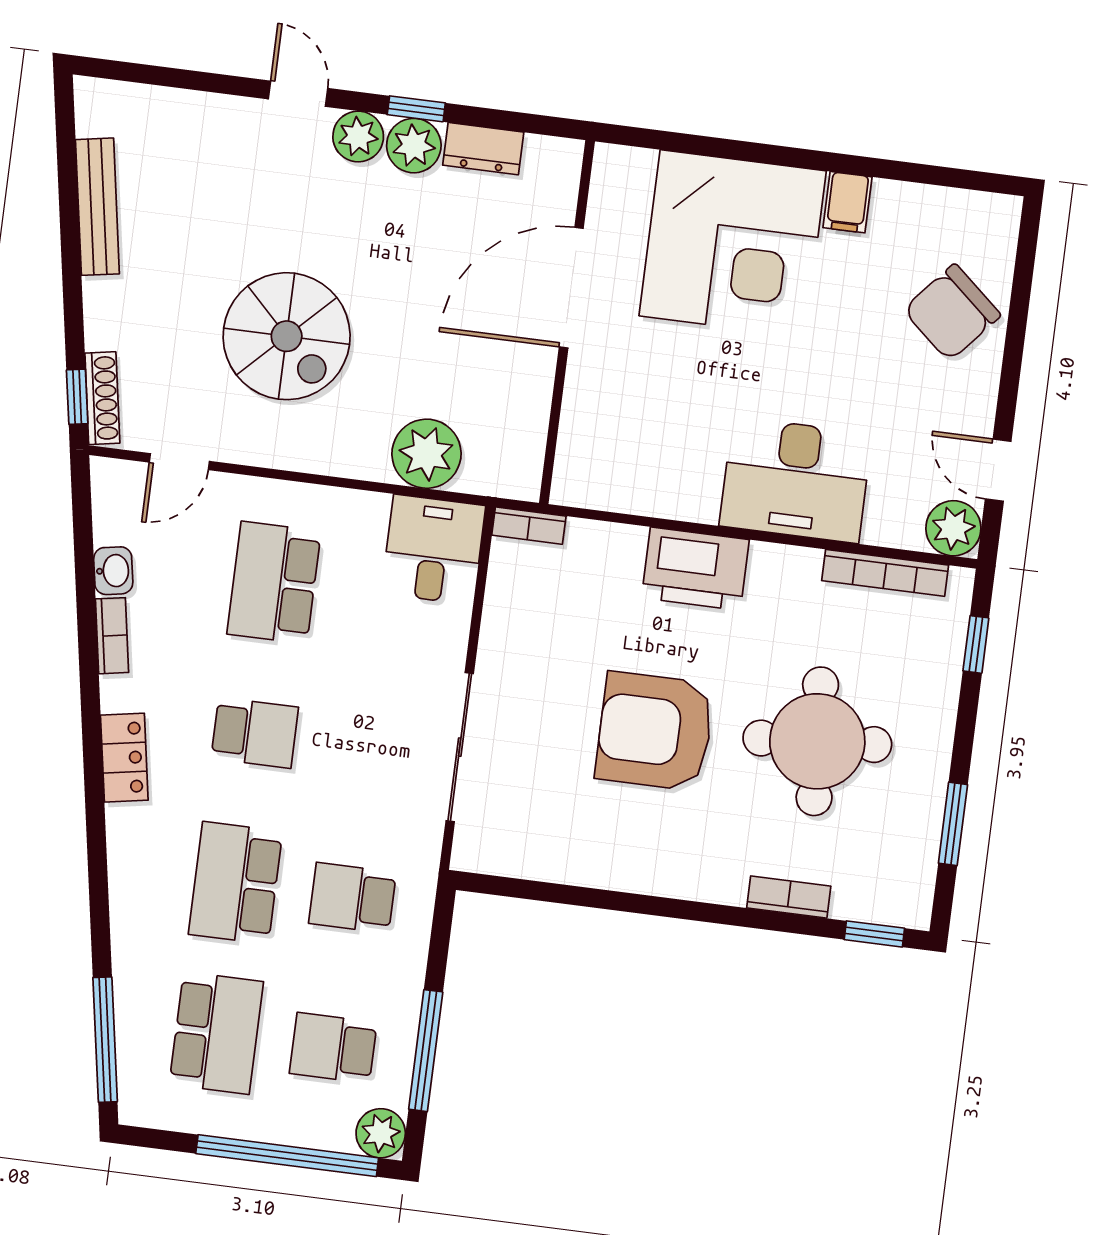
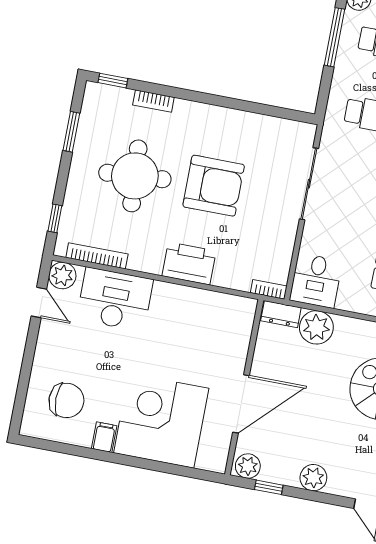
window: (416, 109) -> (269, 487), moved
plant: (358, 137) -> (248, 466), moved
dresser: (483, 149) -> (281, 314), moved, turned 180
chair: (952, 312) -> (66, 400), moved, turned 49
desk: (796, 480) -> (115, 299), moved

